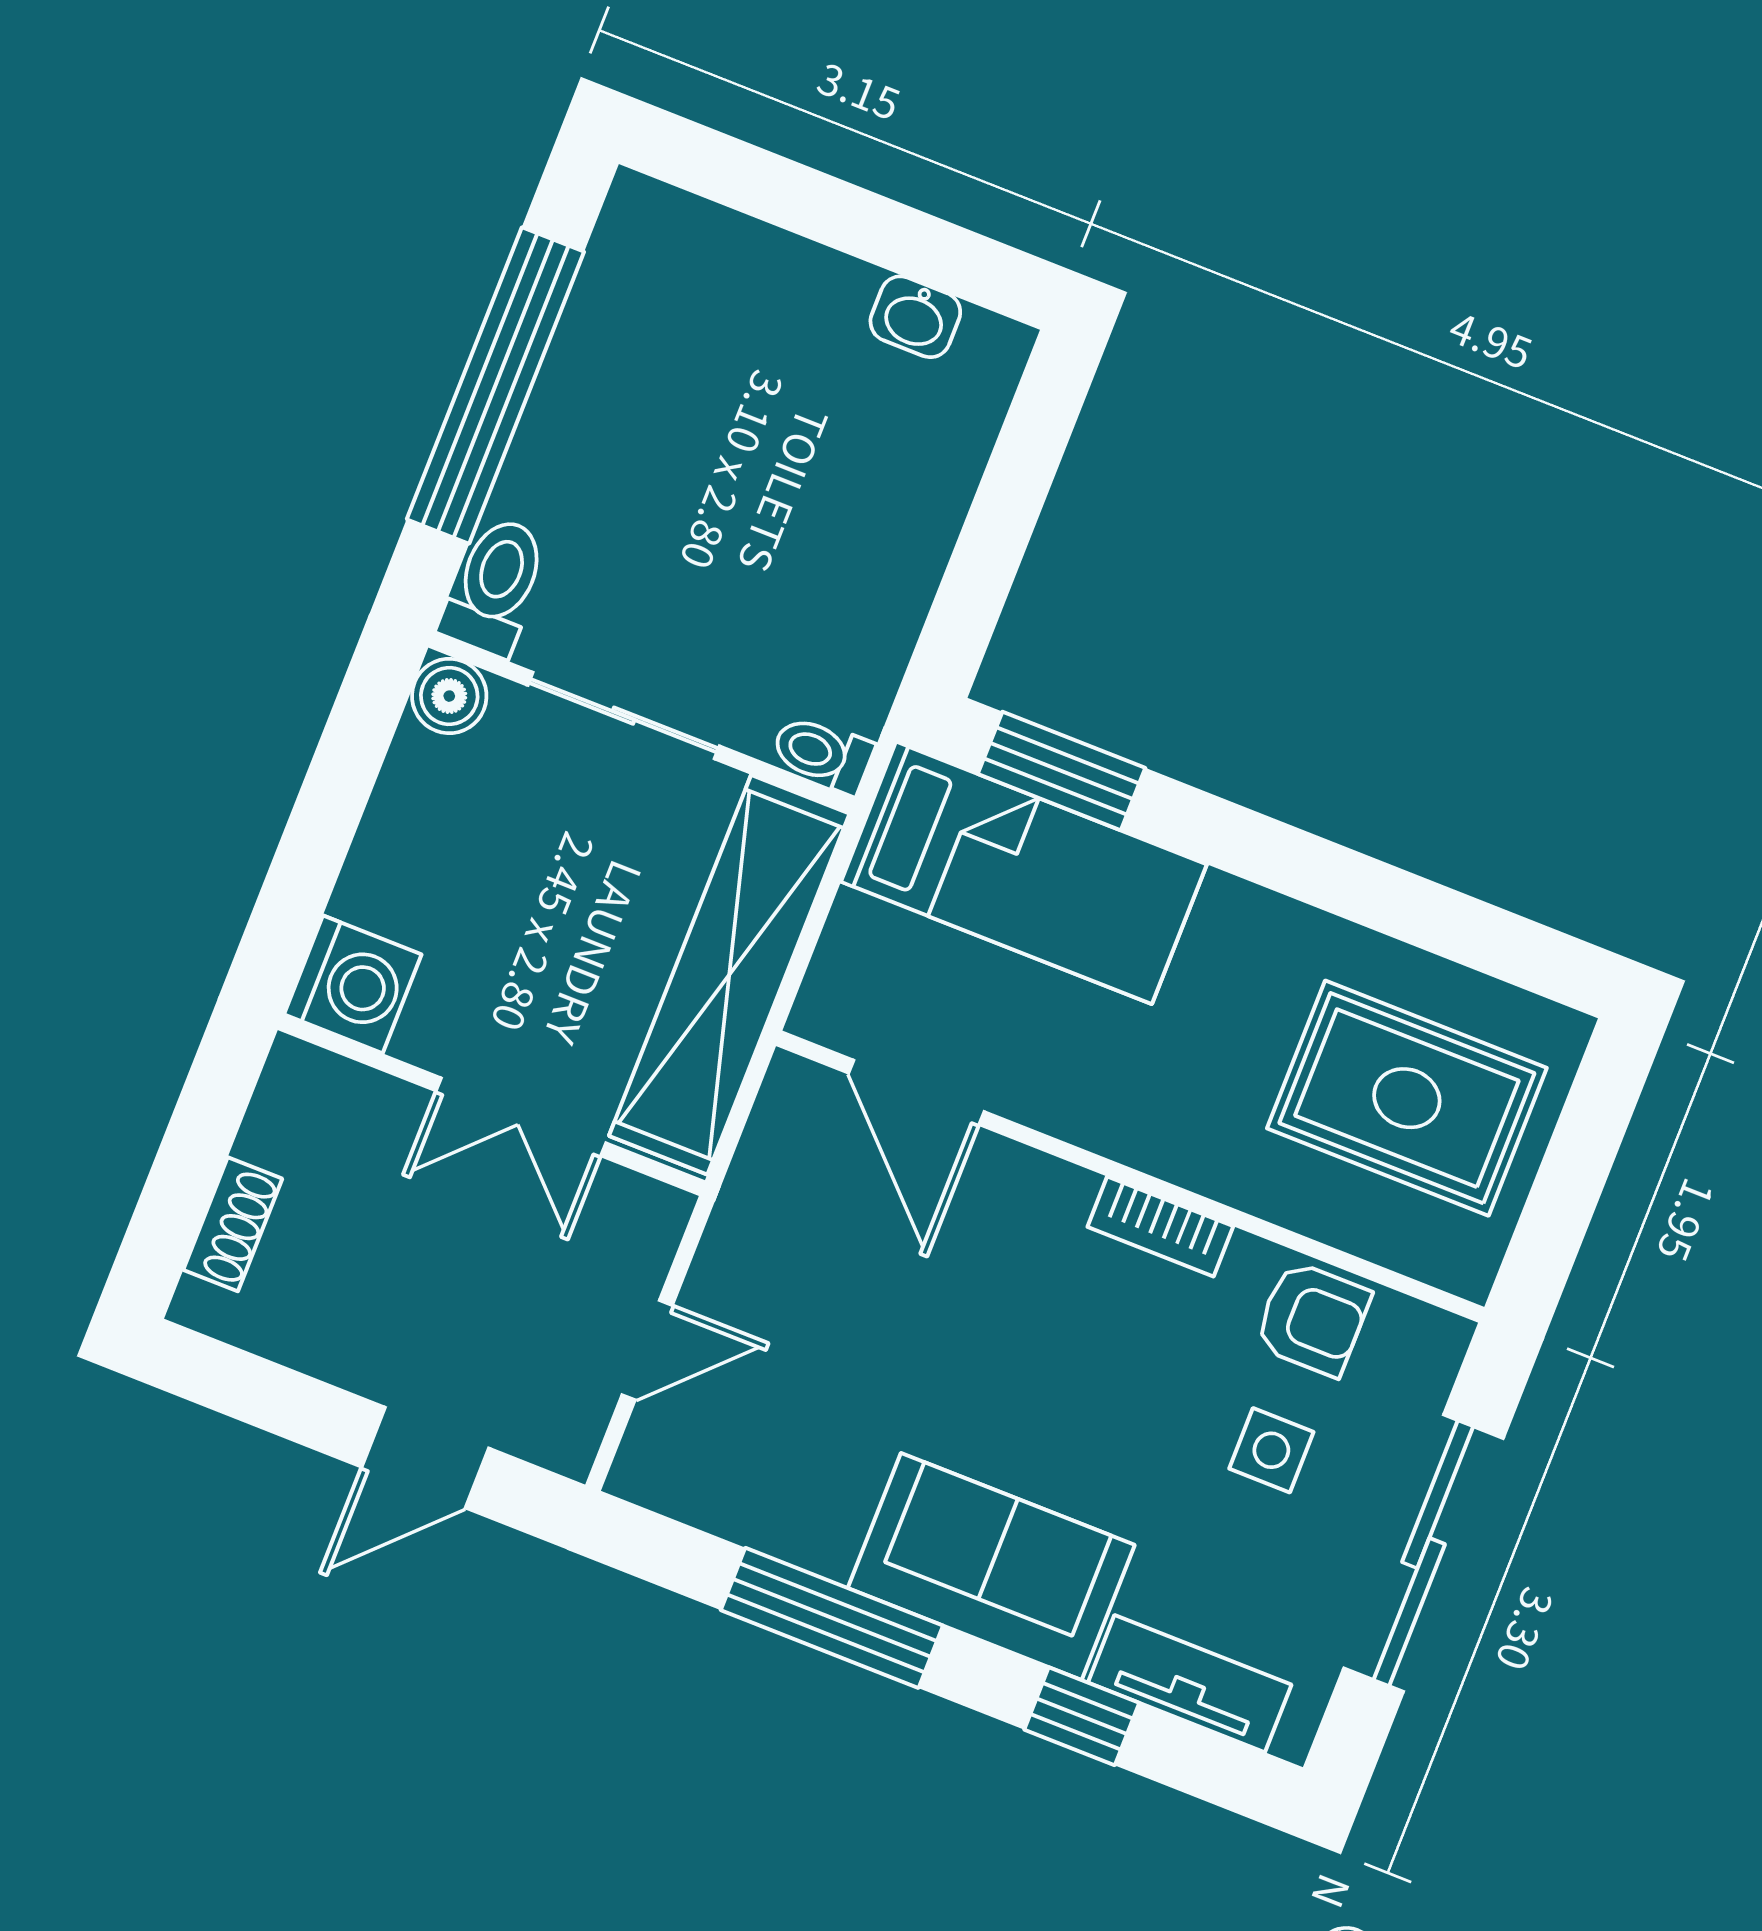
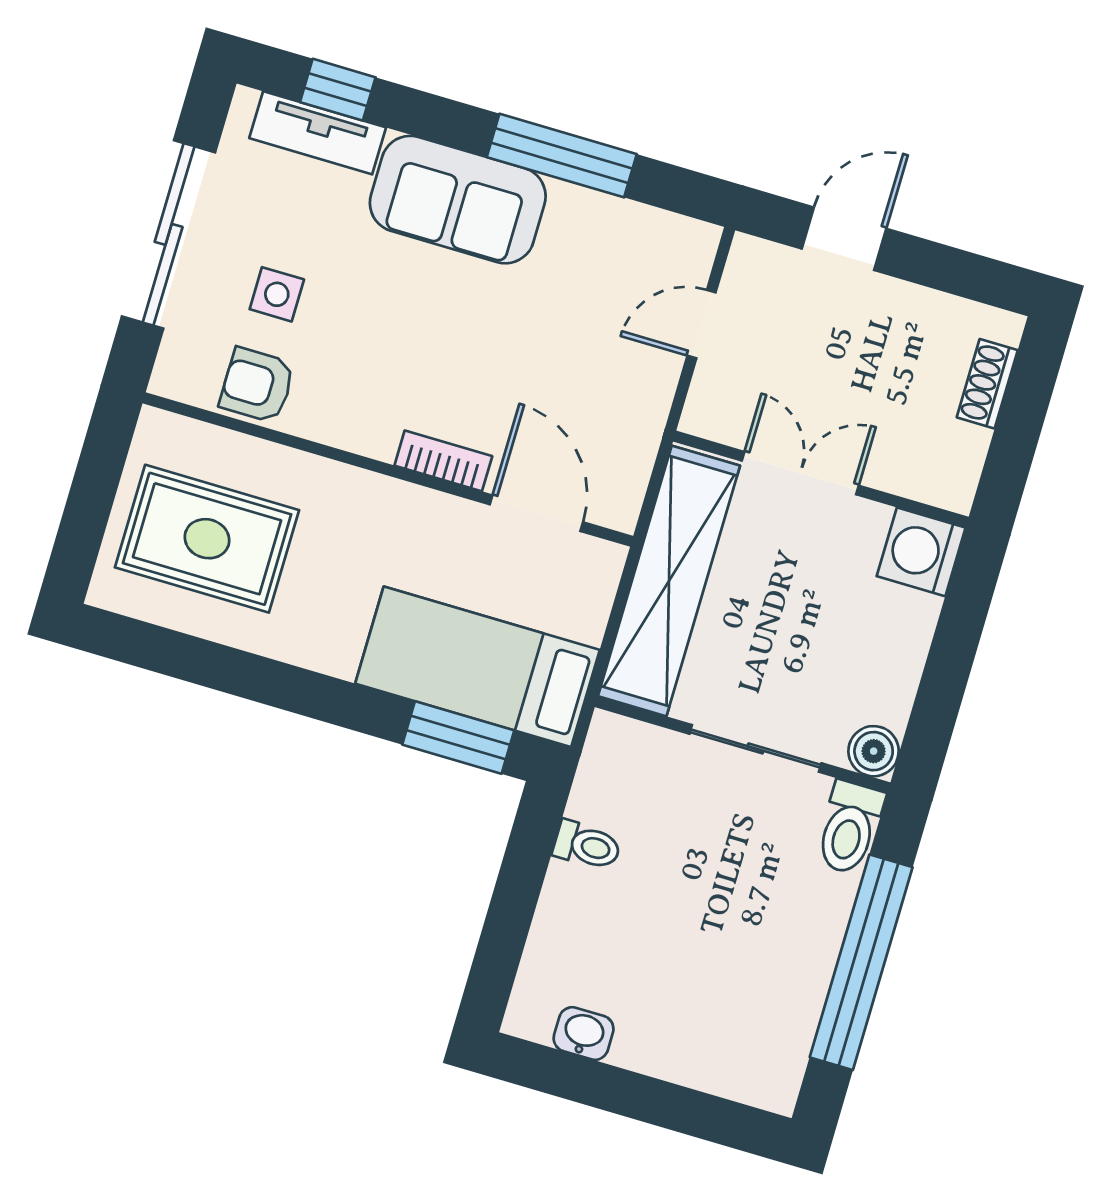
toilet: (822, 754) -> (587, 846), moved
bookcase: (1160, 1227) -> (443, 461), moved
window: (1082, 1716) -> (338, 90), moved

